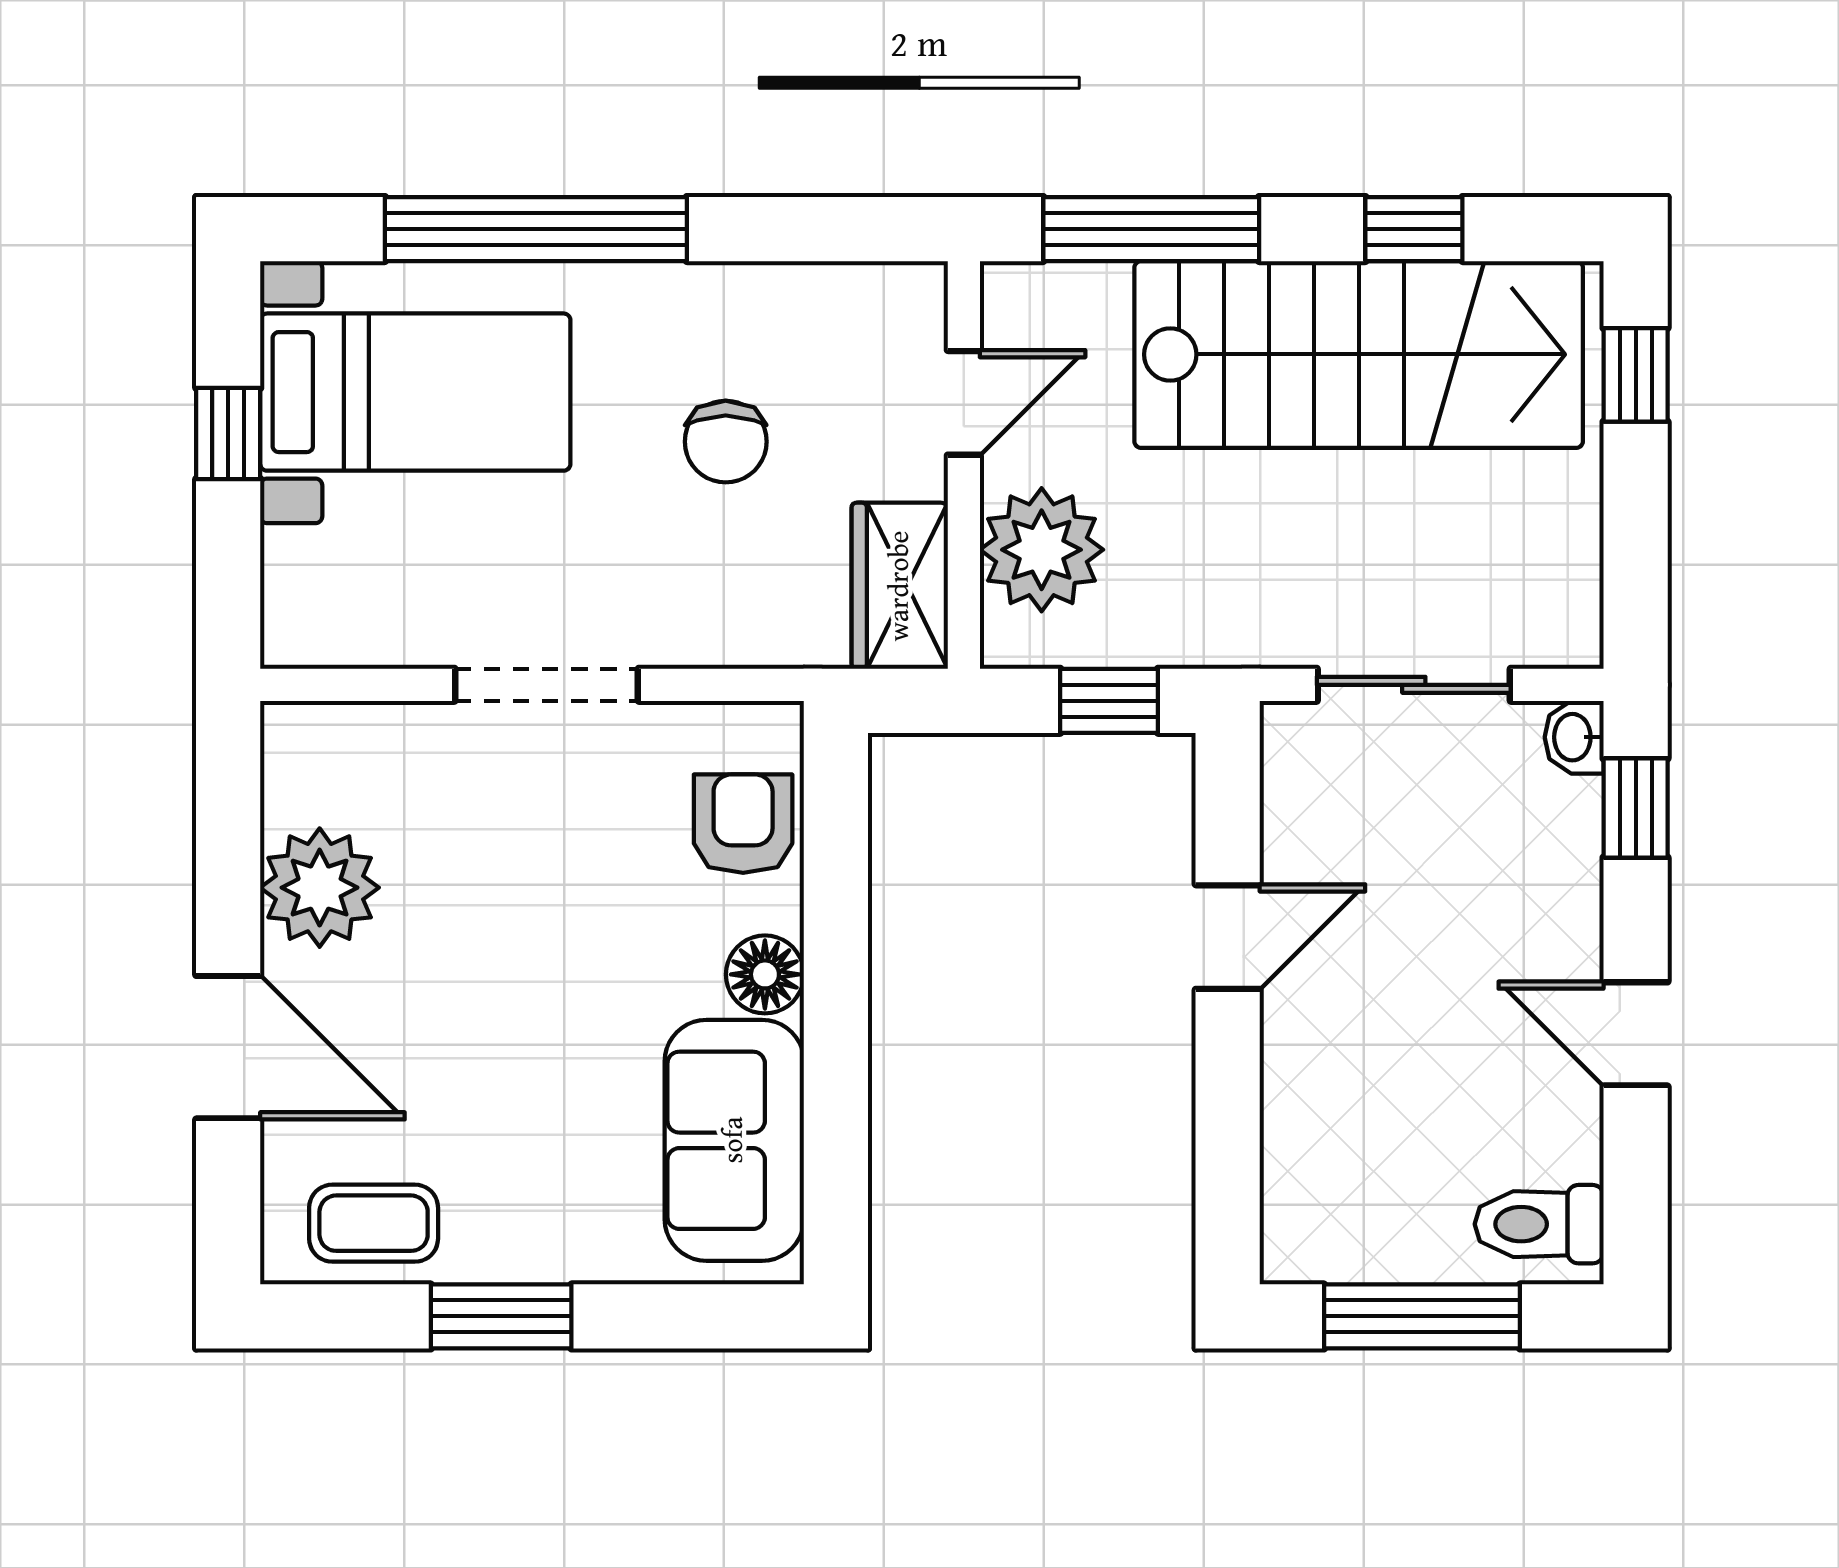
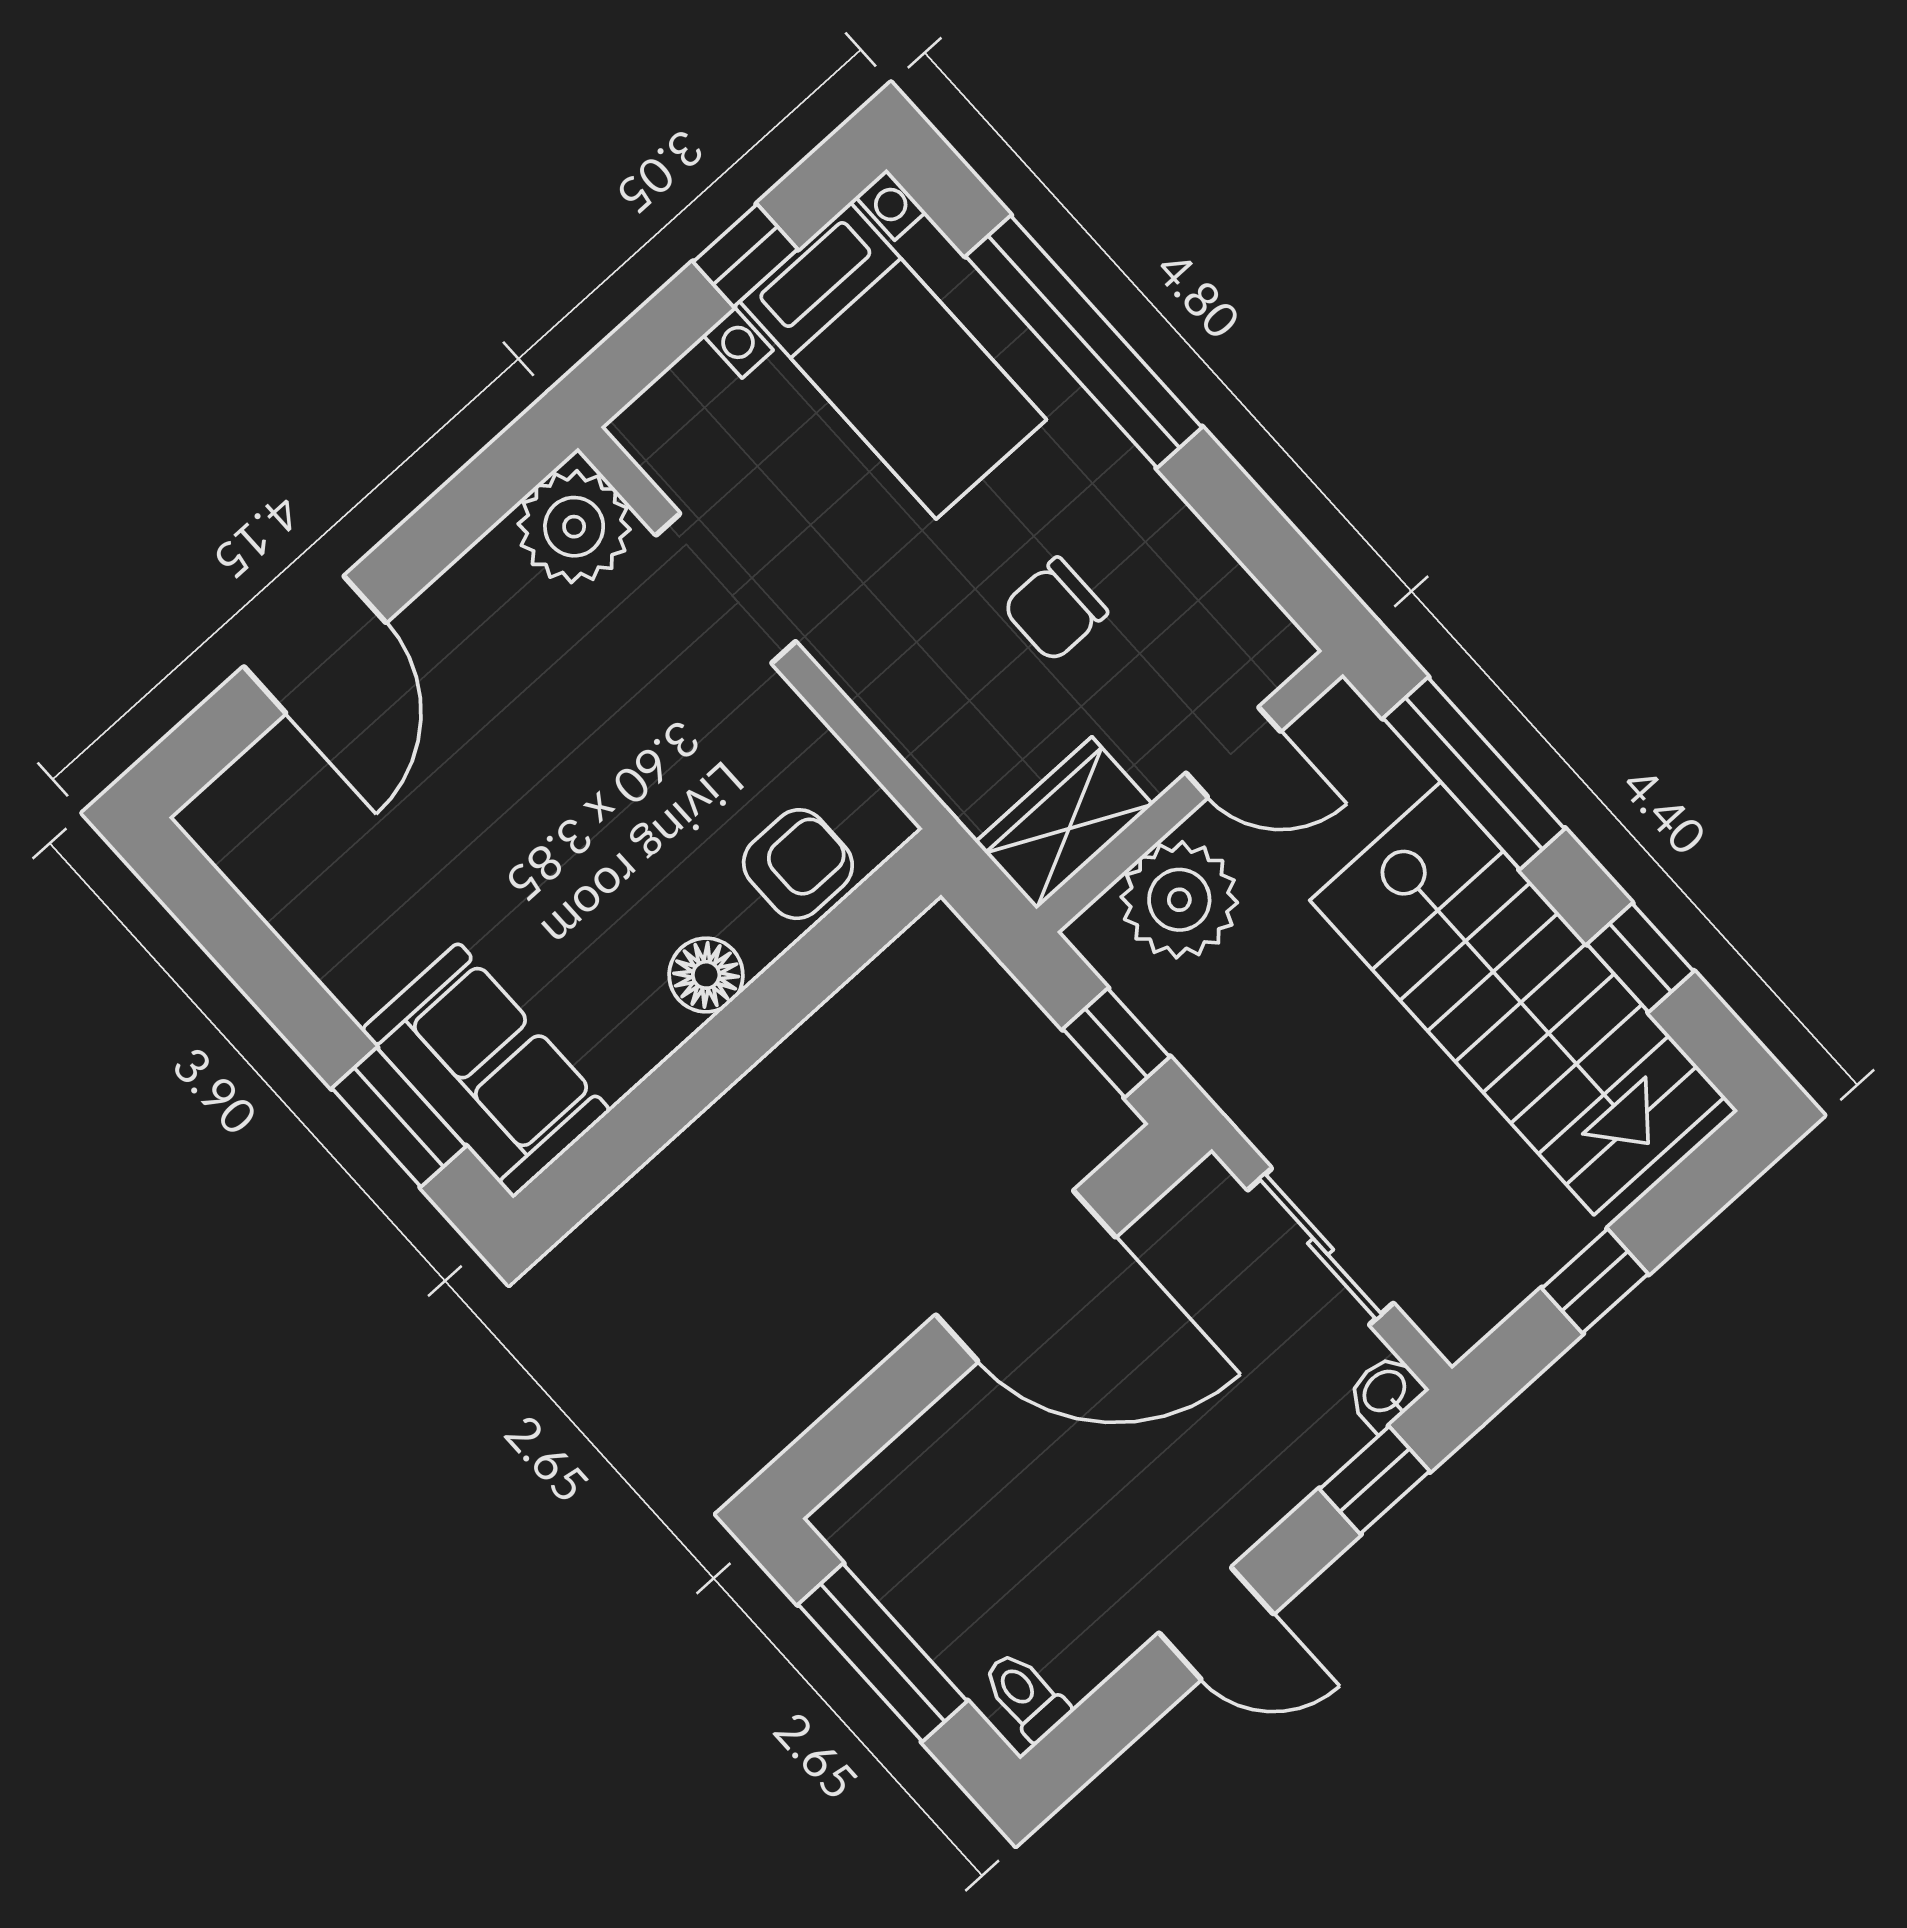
window: (1636, 375) -> (1595, 1281), moved
doorway: (547, 685) -> (726, 588), moved
plant: (320, 888) -> (574, 527), moved
door: (1228, 937) -> (1026, 1276), width x1.87
door: (1636, 1034) -> (1216, 1623), swing flipped
sofa: (734, 1140) -> (486, 1070), moved, turned 90
coffee table: (374, 1223) -> (283, 858), removed
toilet: (1539, 1224) -> (1026, 1696), width x0.73, depth x0.72
window: (501, 1316) -> (399, 1117), moved

